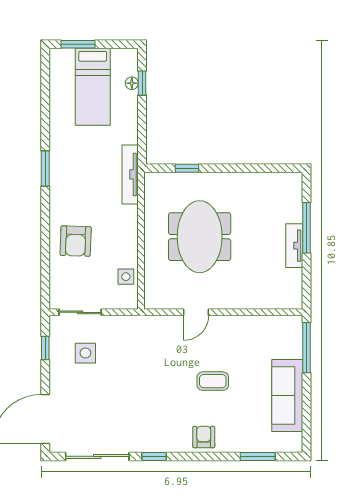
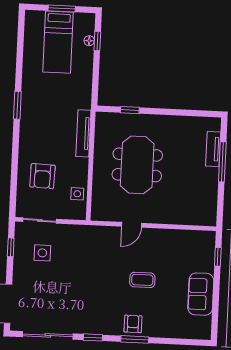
window: (78, 44) -> (62, 9), moved
tv unit: (130, 174) -> (83, 133), moved
armchair: (76, 241) -> (42, 176), moved
tv unit: (294, 246) -> (213, 149), moved
window: (306, 348) -> (218, 257), width x0.46
sofa: (287, 396) -> (201, 294), width x0.73
window: (258, 456) -> (135, 339), moved

